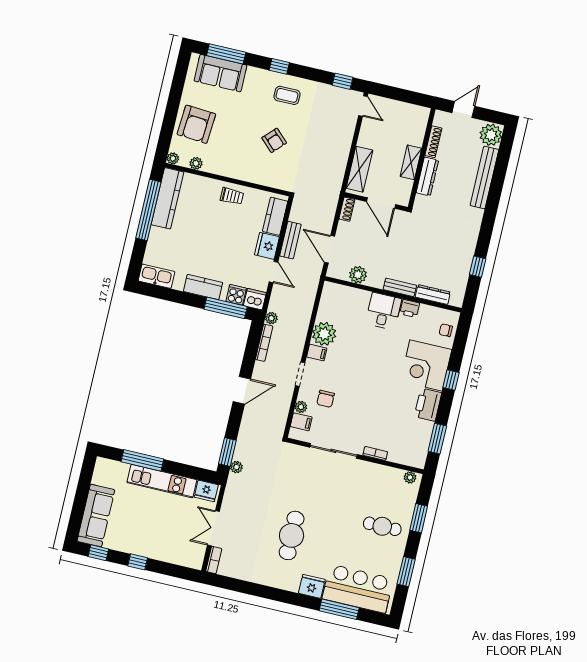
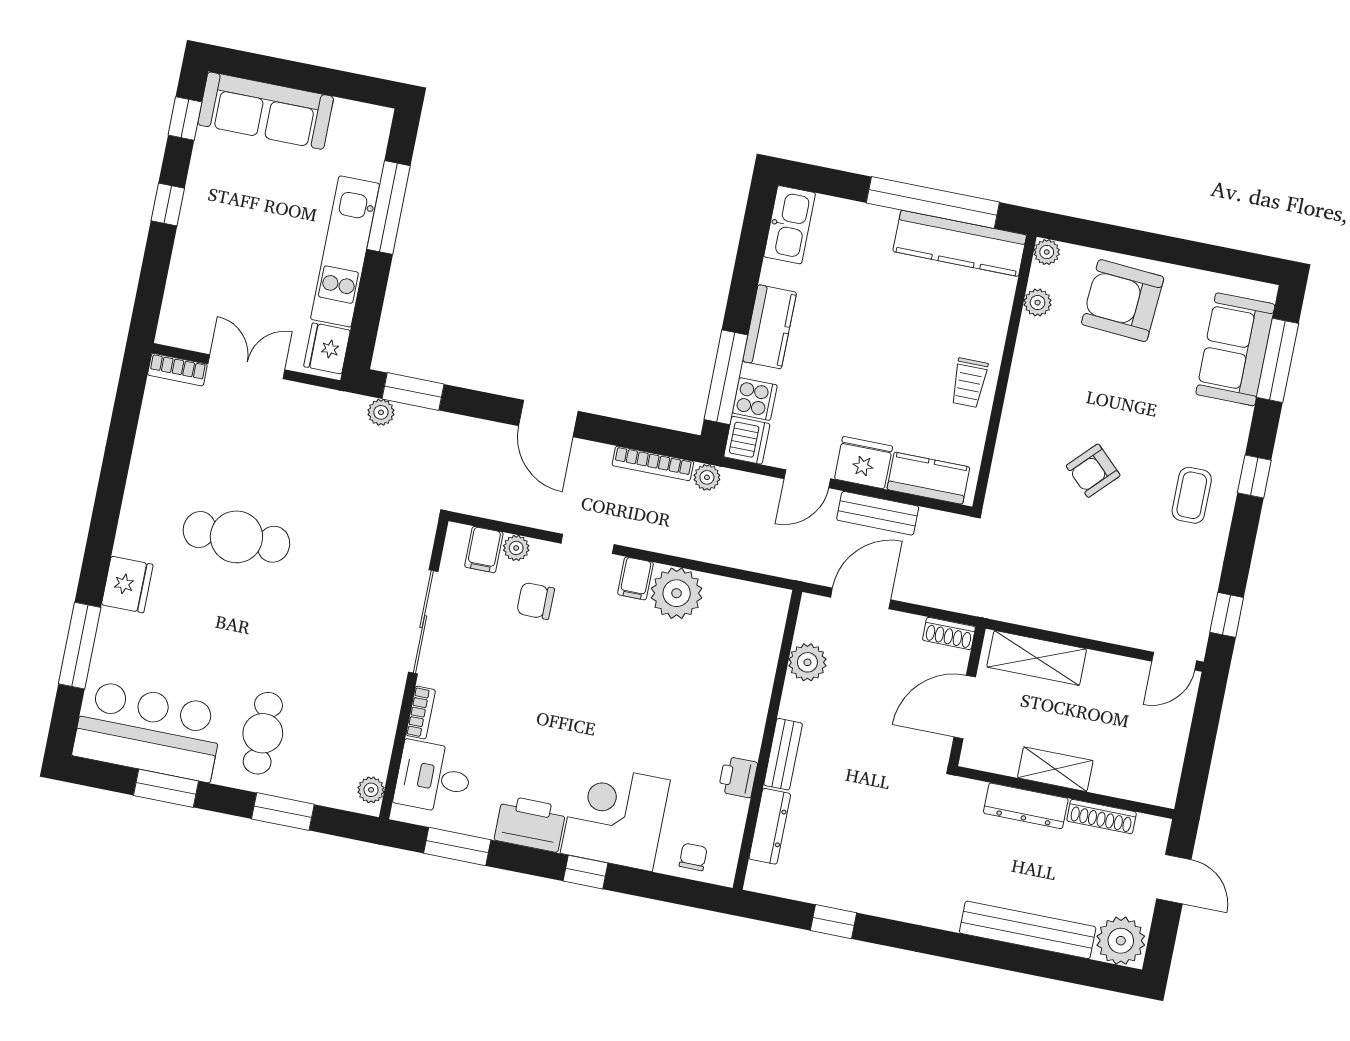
desk: (384, 311) -> (433, 777), moved, turned 180
bar counter: (358, 589) -> (148, 731), moved, turned -90

